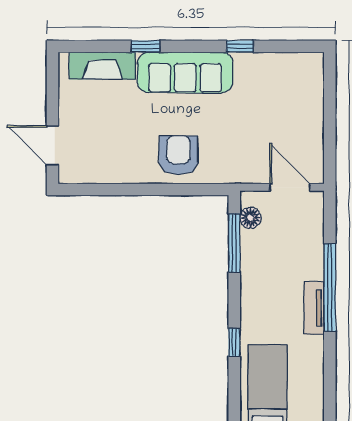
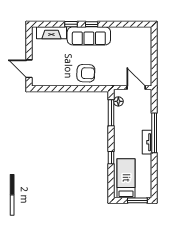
window: (240, 46) -> (92, 24), moved
armchair: (178, 155) -> (86, 73), turned 92

